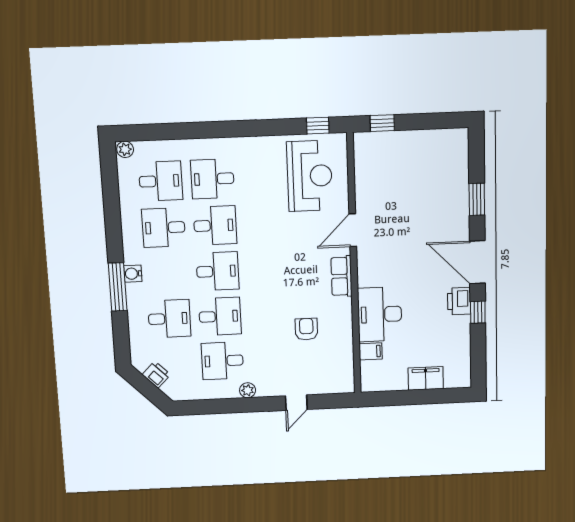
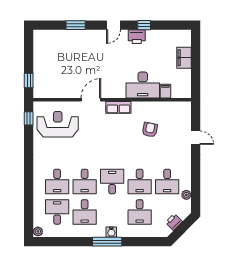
desk: (215, 225) -> (85, 181), turned 180
door: (353, 230) -> (91, 100), swing flipped
door: (477, 262) -> (113, 25), width x0.53
window: (118, 287) -> (107, 242), moved
desk: (220, 316) -> (140, 181), turned 180
desk: (169, 319) -> (140, 212), turned 180
armchair: (306, 329) -> (150, 130), turned 101
plant: (248, 390) -> (186, 195), moved

